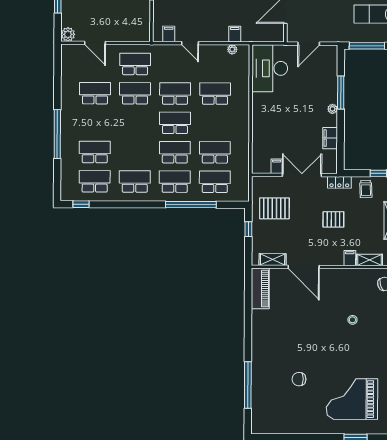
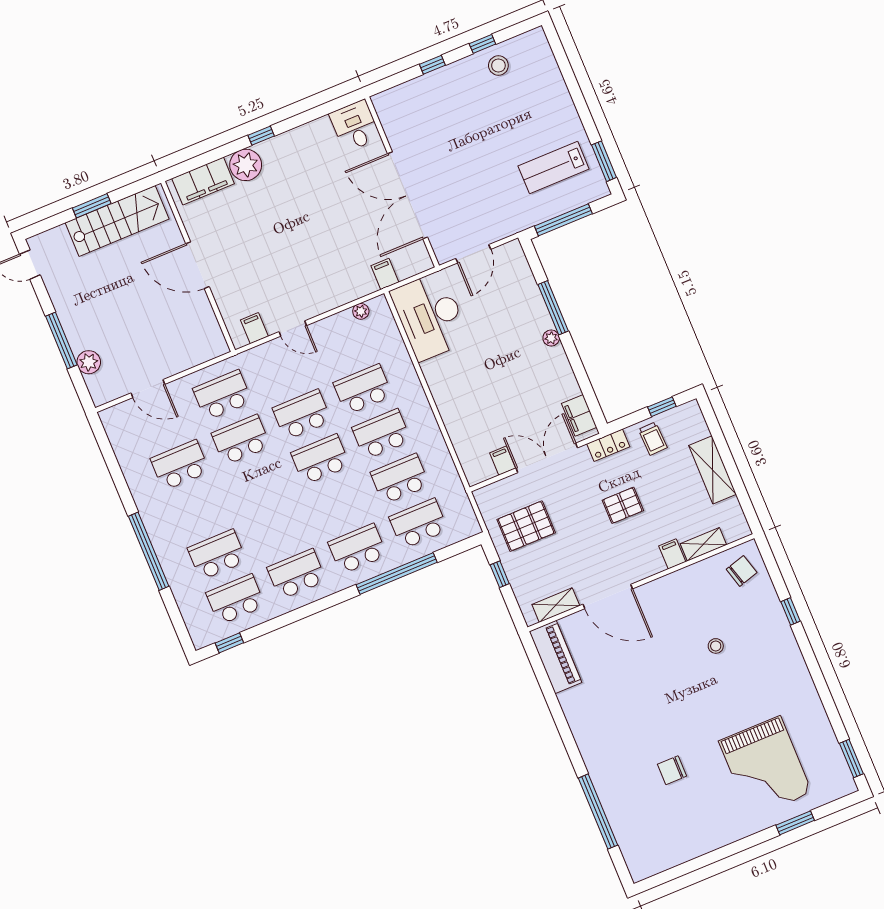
plant: (68, 34) -> (89, 362), moved
filing cabinet: (235, 34) -> (385, 274), moved
filing cabinet: (330, 138) -> (579, 415), moved
school desk: (175, 152) -> (381, 434), moved
grand piano: (352, 399) -> (765, 767), turned -90

